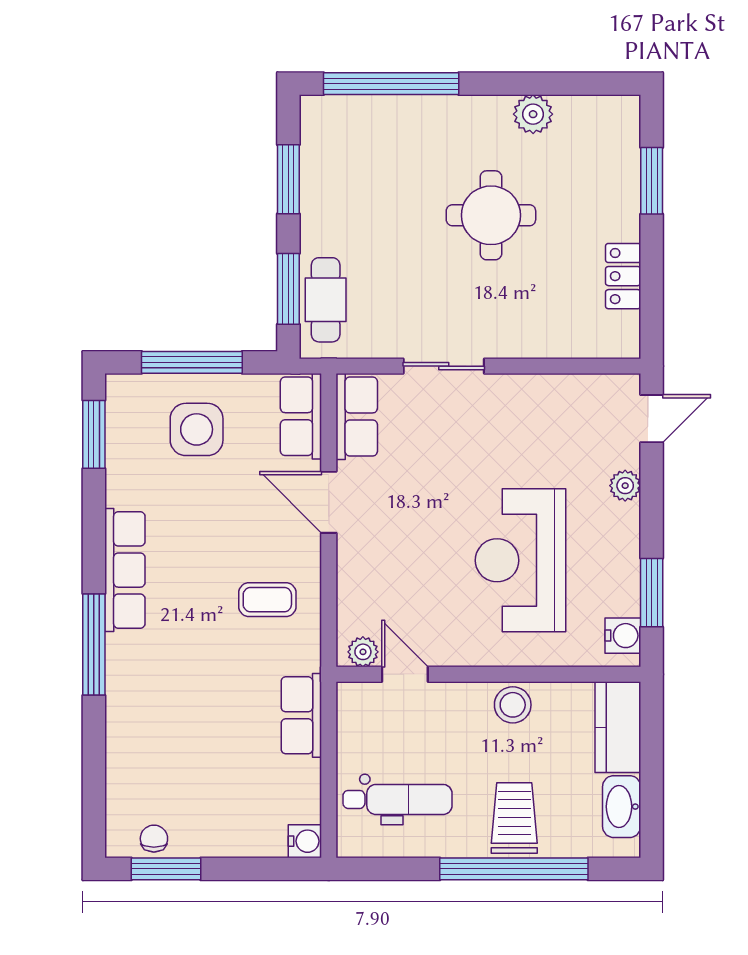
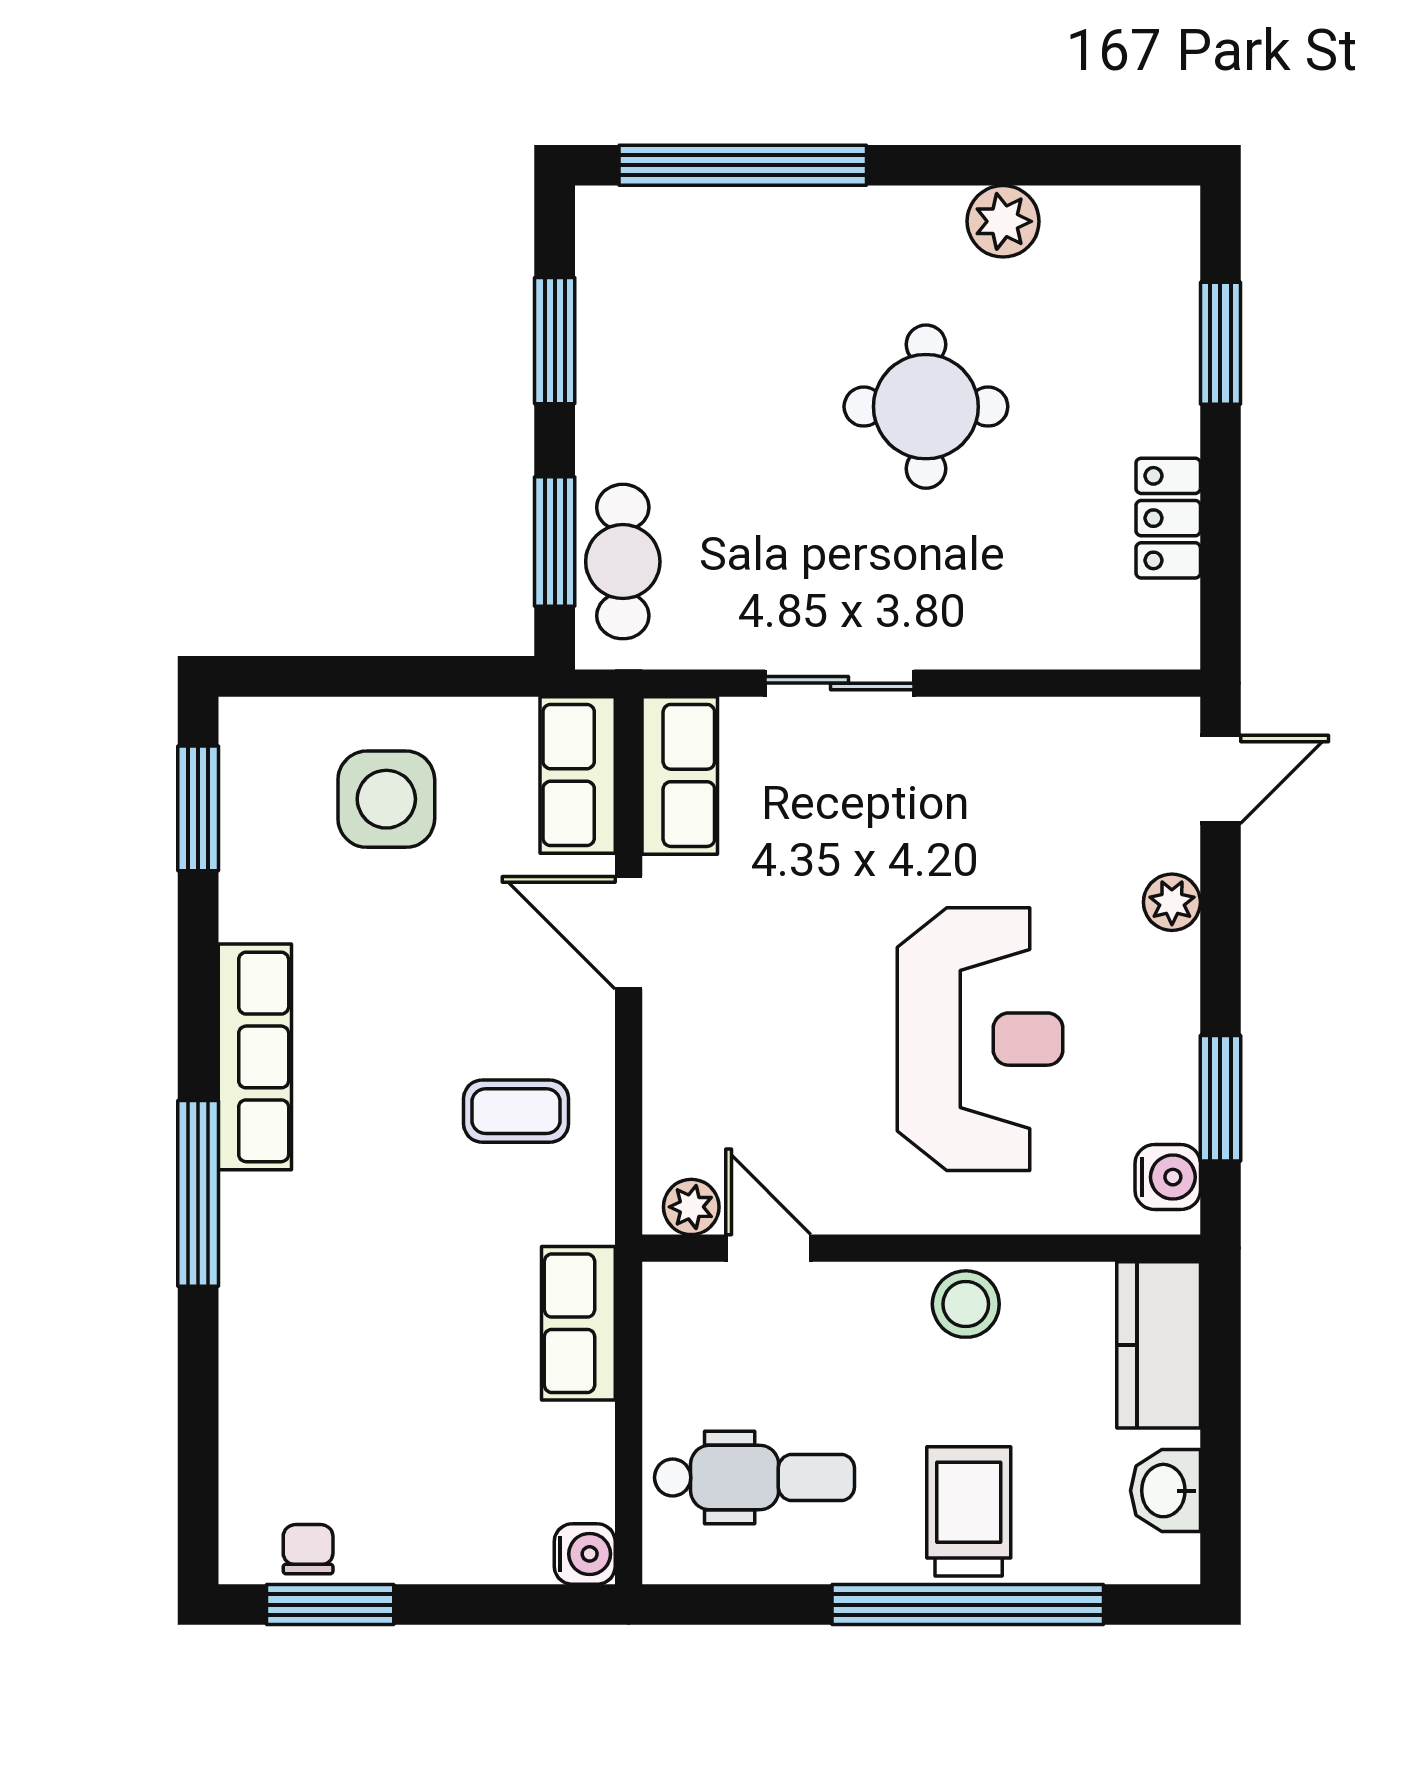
window: (192, 362) -> (378, 676), removed
reception desk: (521, 560) -> (980, 1039), turned 180
washbasin: (622, 807) -> (1165, 1491), width x0.72

